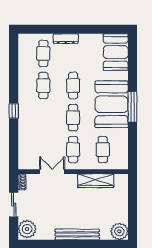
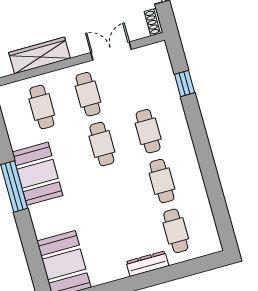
cafe table: (73, 86) -> (148, 131), moved
booth: (112, 104) -> (37, 174), width x0.73, depth x0.70
window: (14, 111) -> (185, 84), moved
double door: (52, 172) -> (111, 51), swing flipped

